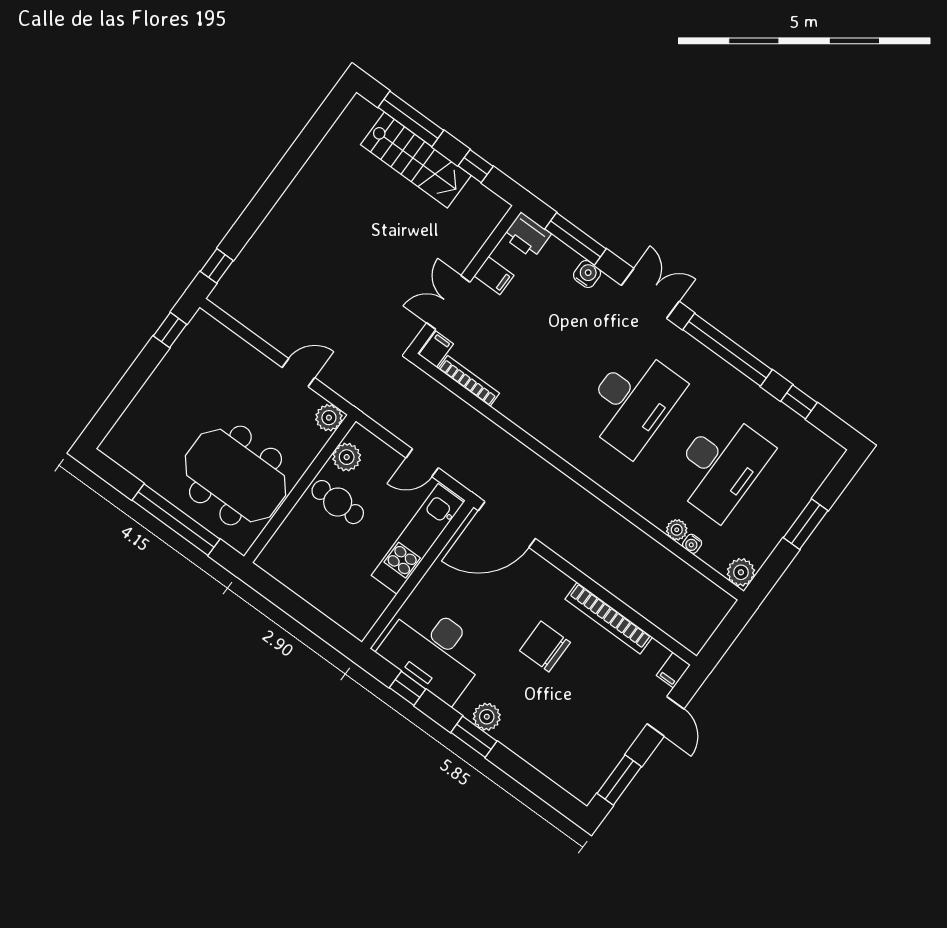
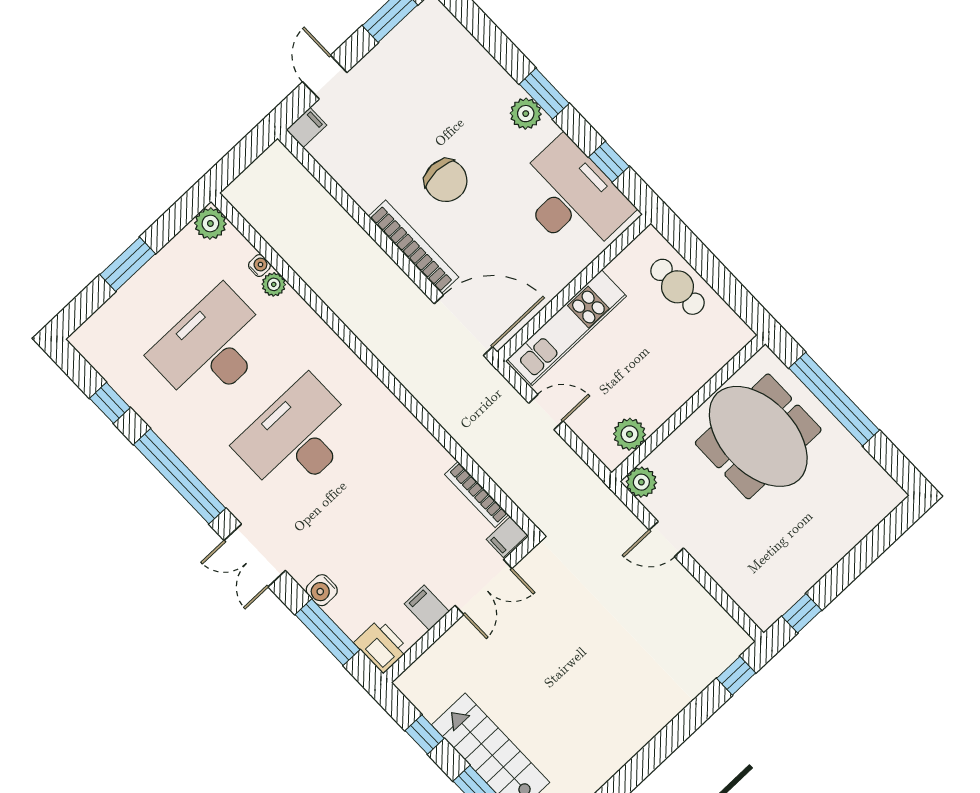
cafe table: (338, 502) -> (677, 287), moved
bookcase: (609, 618) -> (413, 247), moved

